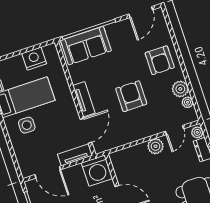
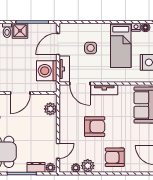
side table: (27, 125) -> (91, 48), moved
door: (175, 130) -> (58, 151), swing flipped
plant: (156, 146) -> (50, 109), moved
washing machine: (97, 171) -> (47, 71), moved

